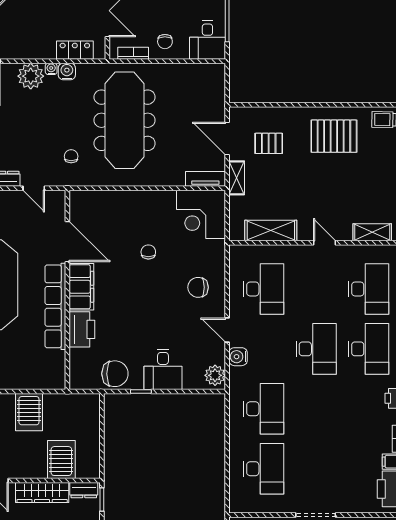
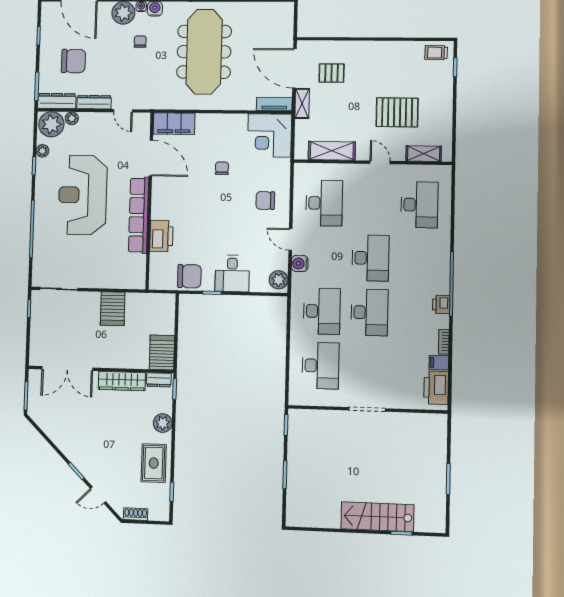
pallet: (334, 136) -> (397, 112), moved
door: (227, 138) -> (294, 68), width x1.36
chair: (71, 156) -> (140, 42), moved
filing cabinet: (81, 287) -> (174, 124), moved, turned 90
desk: (369, 349) -> (369, 312), moved
server rack: (61, 460) -> (162, 353), moved

